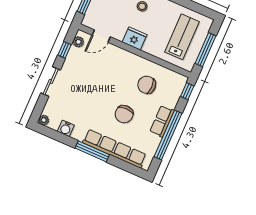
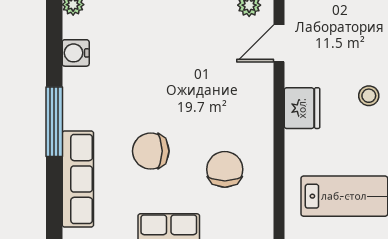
door: (101, 36) -> (279, 43), hinge flipped
row of seats: (114, 149) -> (78, 179), width x0.73

